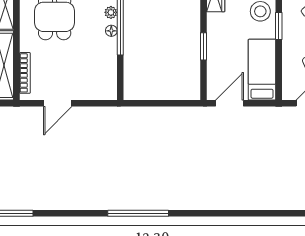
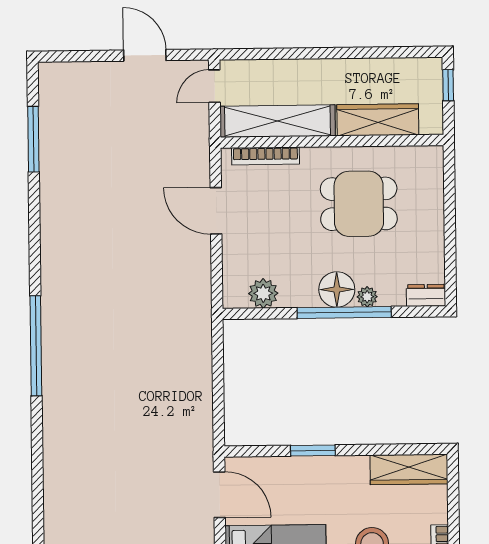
floor lamp: (111, 31) -> (337, 289), width x1.89, depth x1.89
plant: (108, 75) -> (263, 293), added

